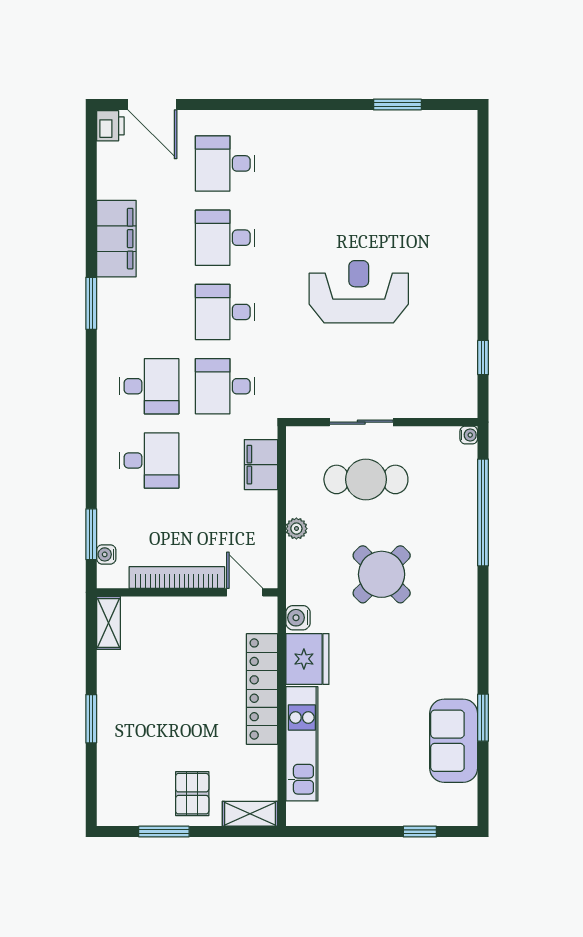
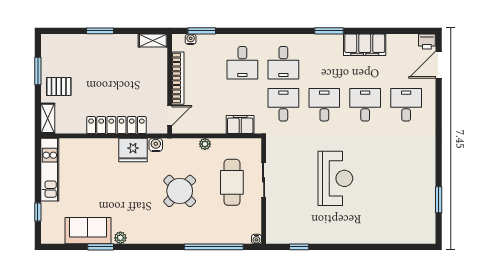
plant: (467, 682) -> (120, 238), added
kitchen unit: (302, 744) -> (50, 170), moved, turned -90

